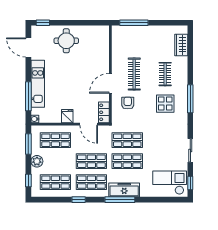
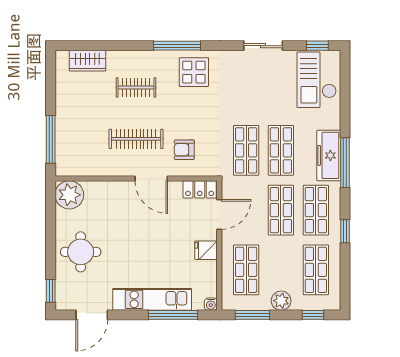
plant: (101, 34) -> (69, 195), added
display table: (165, 104) -> (194, 72), moved

